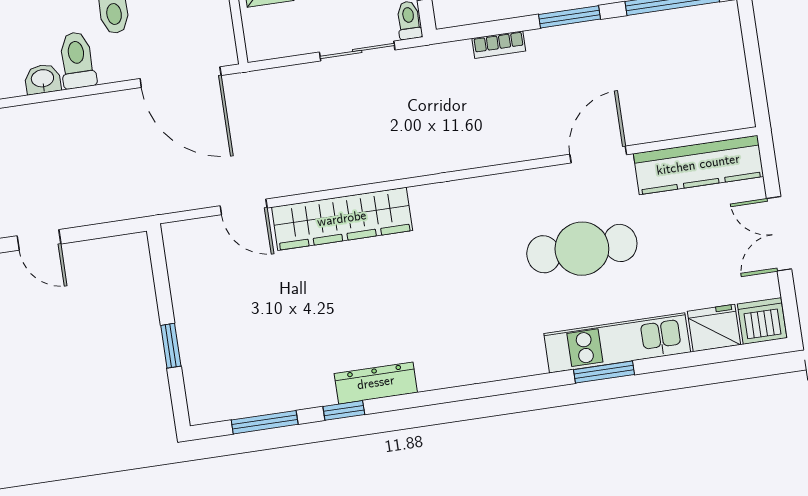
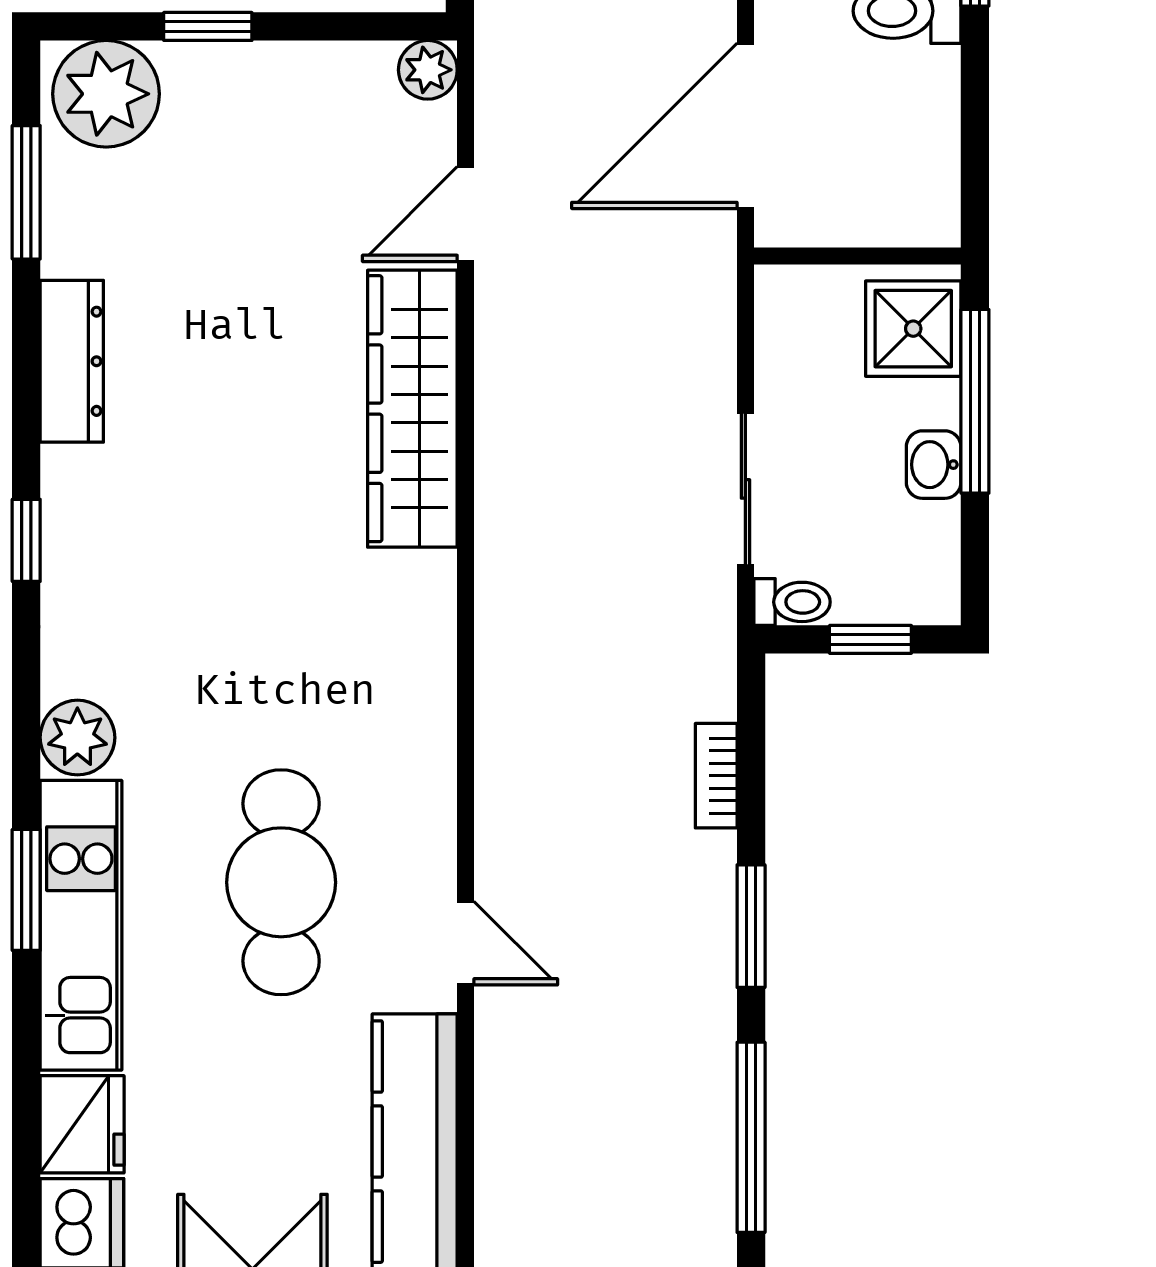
door: (598, 154) -> (466, 943), width x0.73
plant: (176, 236) -> (428, 70), added
plant: (526, 358) -> (77, 738), added
dresser: (376, 383) -> (72, 361), moved
plant: (211, 390) -> (106, 94), added
window: (344, 410) -> (26, 540), moved

